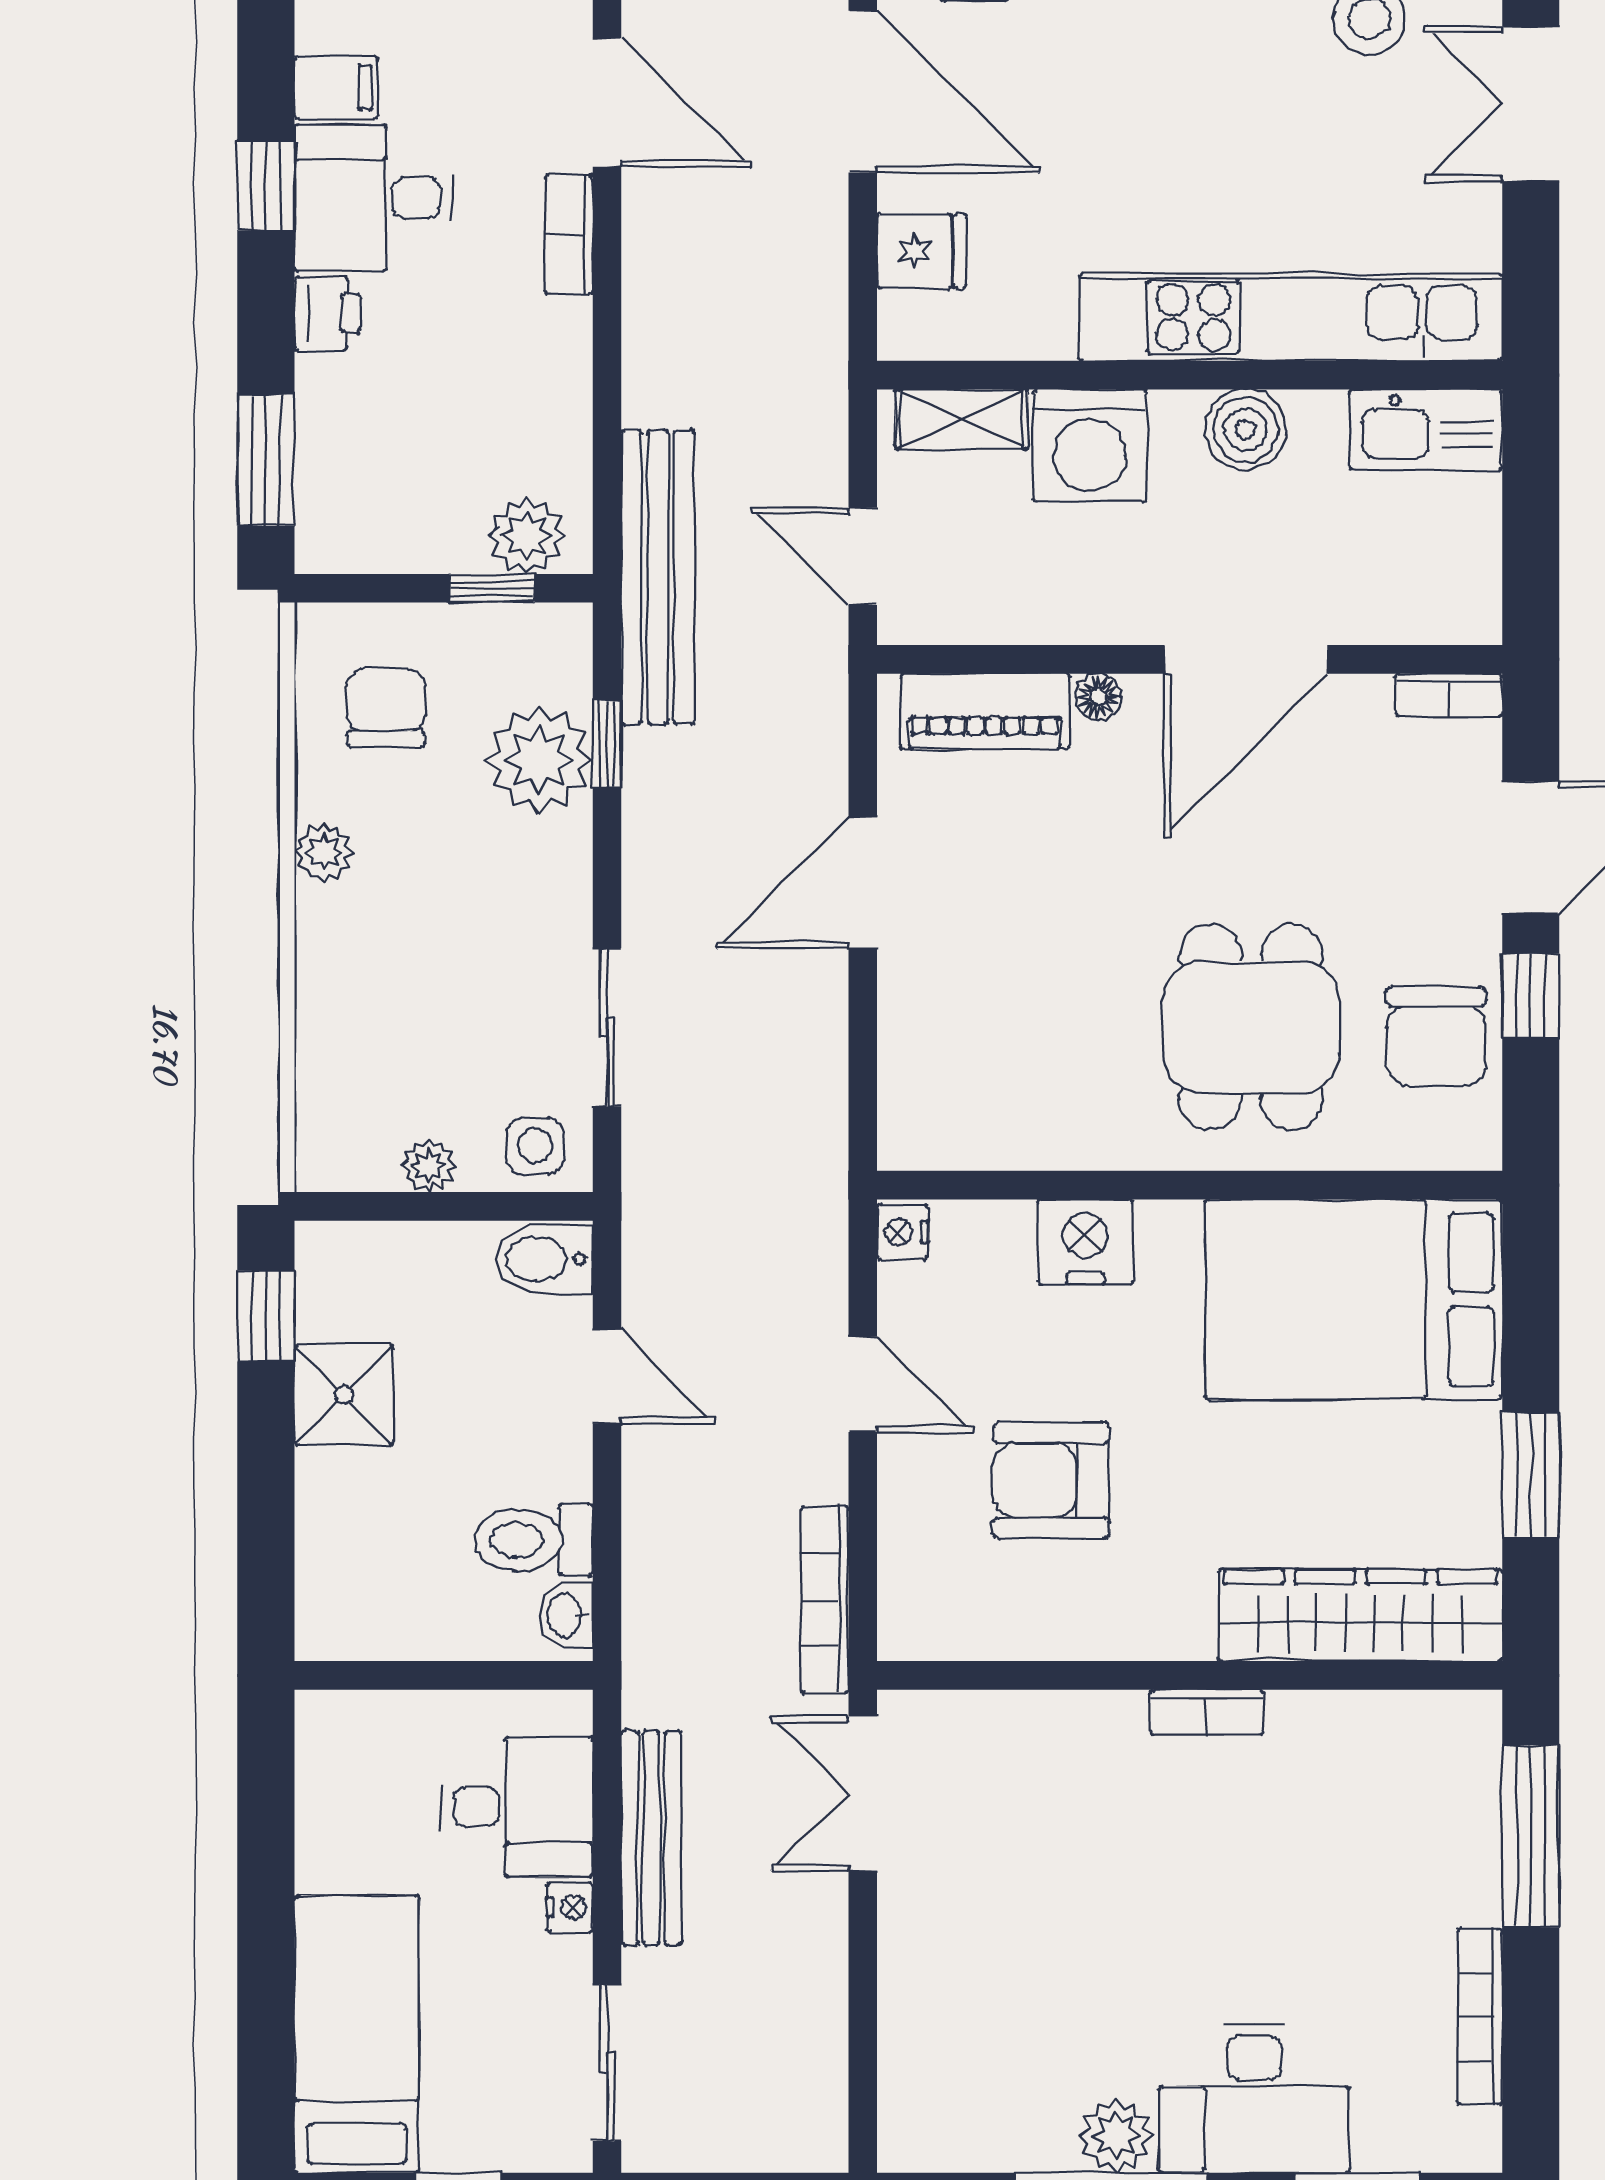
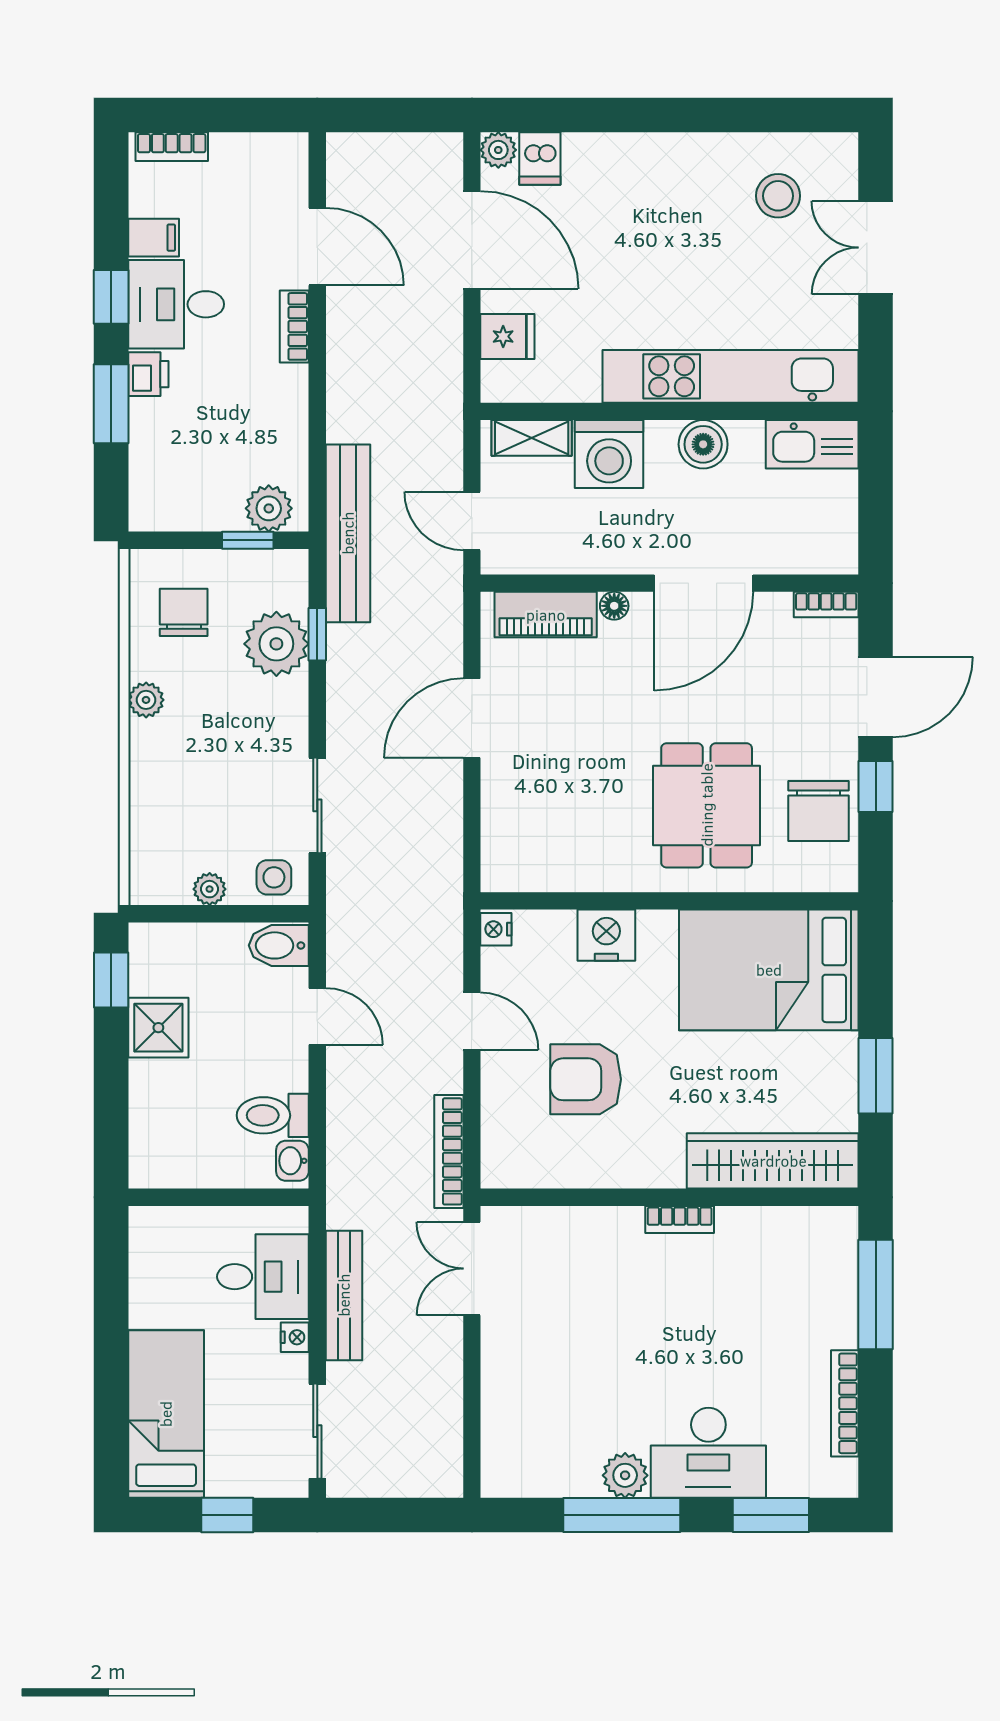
window: (266, 460) -> (111, 404), moved

